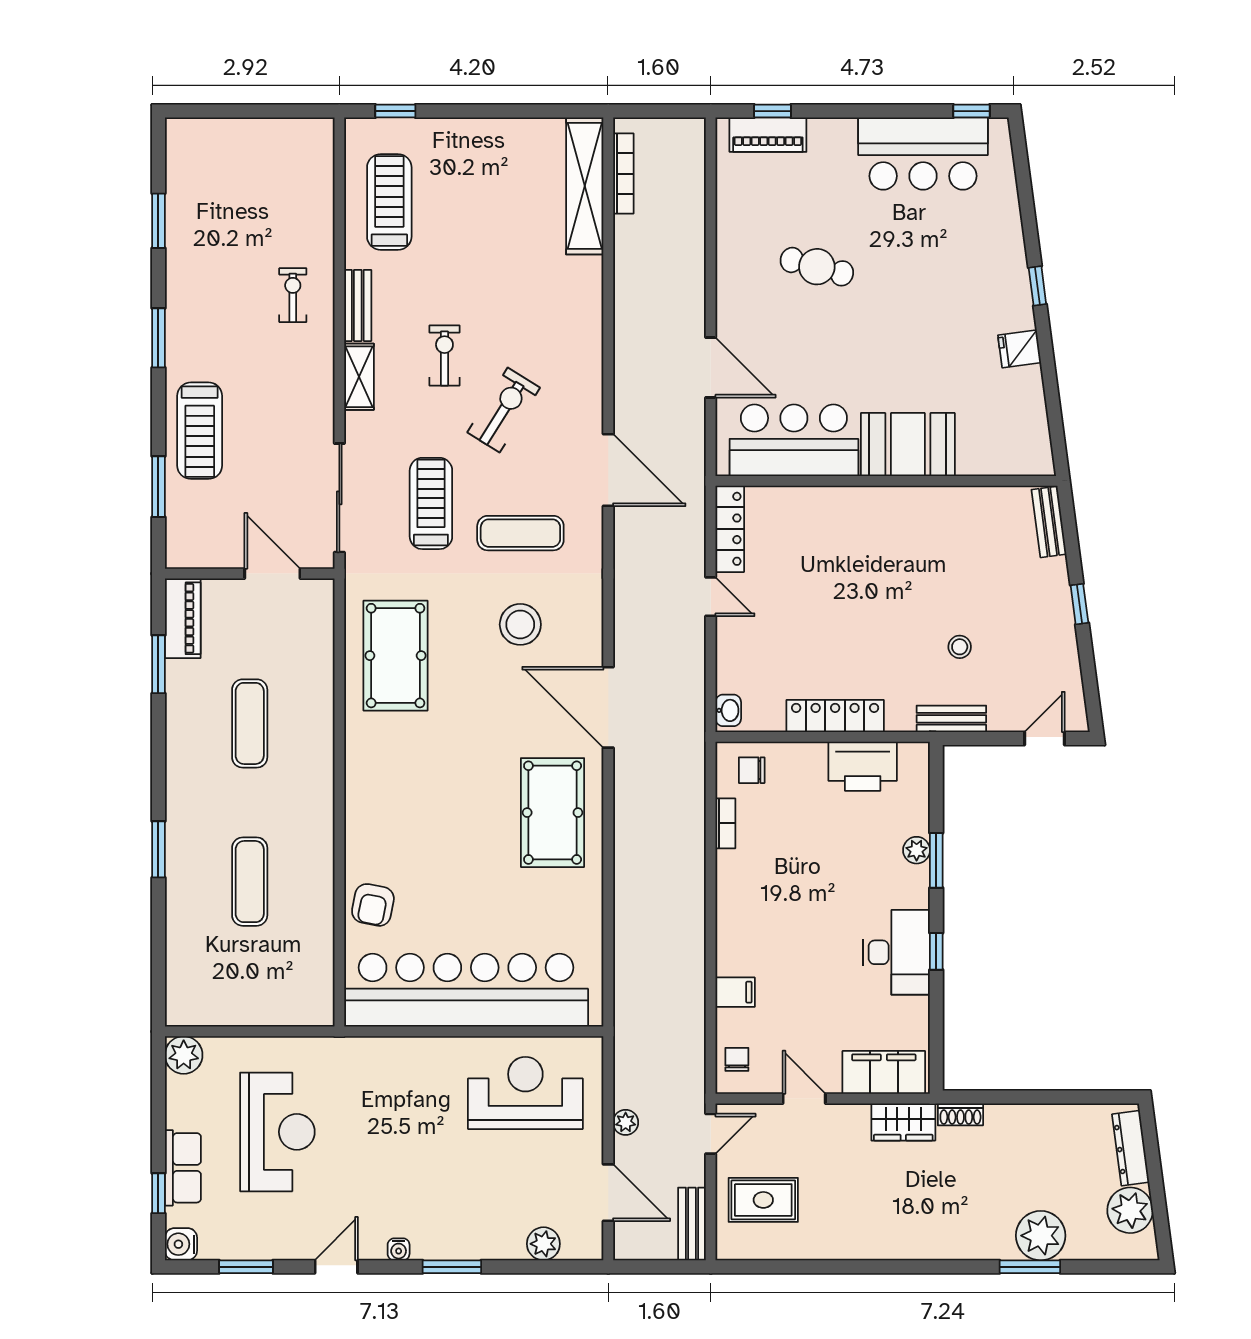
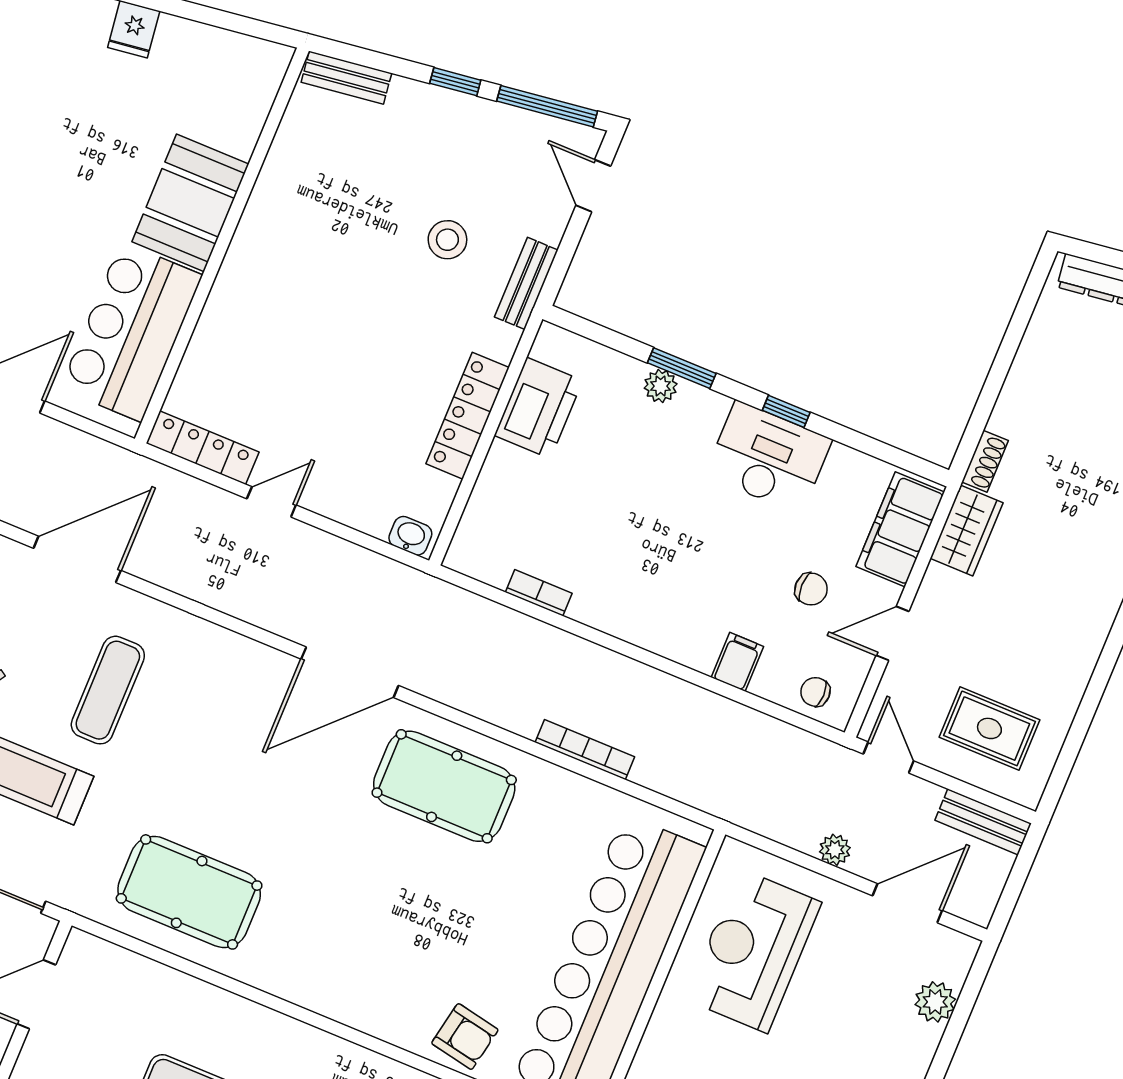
stool: (520, 624) -> (213, 734), removed
stool: (960, 647) -> (447, 240), width x1.37, depth x1.37
window: (1089, 680) -> (547, 106), added
chair: (752, 770) -> (811, 589), moved, turned -90
bookcase: (623, 906) -> (585, 750), added
rug: (763, 1200) -> (989, 728), turned 90

